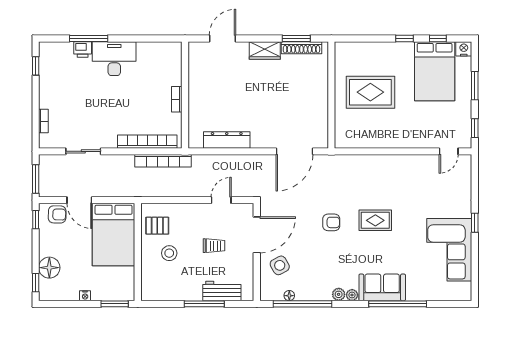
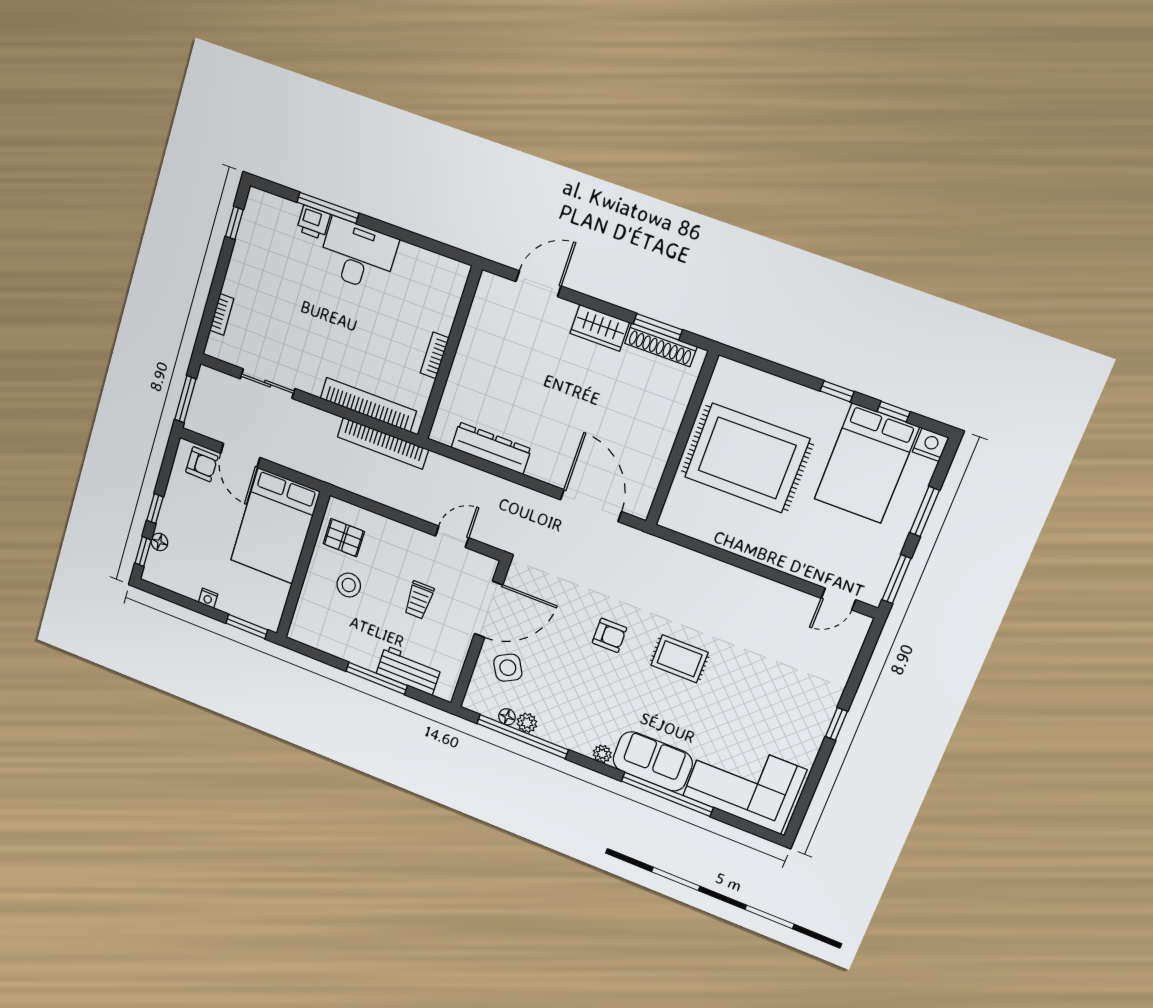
rug: (370, 92) -> (747, 458), width x1.37, depth x1.44
window: (475, 128) -> (897, 579), width x1.50
door: (294, 151) -> (591, 506), swing flipped
window: (36, 220) -> (155, 509), moved
trolley: (214, 246) -> (419, 600), turned 90
corner sofa: (449, 250) -> (744, 783), moved, turned 90
floor lamp: (49, 268) -> (159, 542), width x0.53, depth x0.53
plant: (339, 294) -> (527, 723), moved

